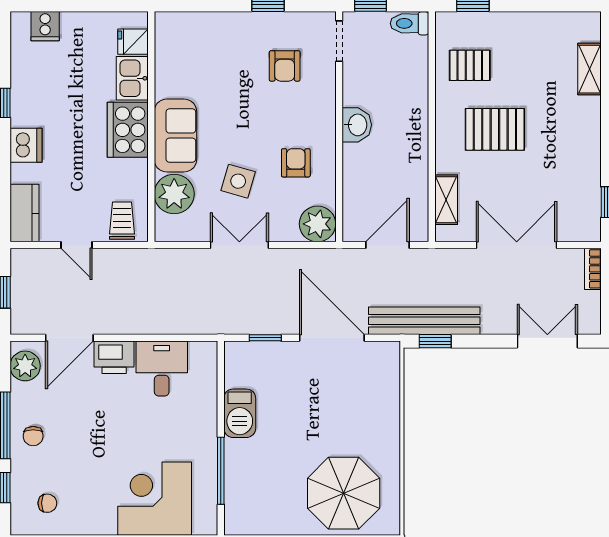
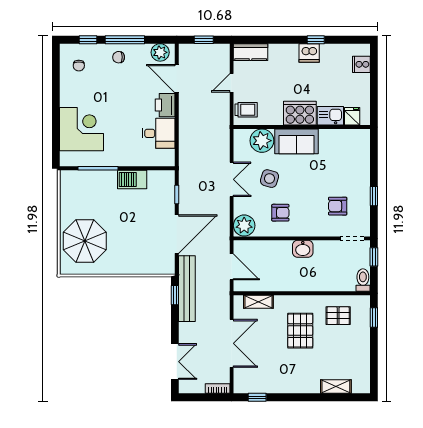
pallet: (470, 65) -> (338, 316), turned 90
dishwasher: (26, 145) -> (309, 53), moved

